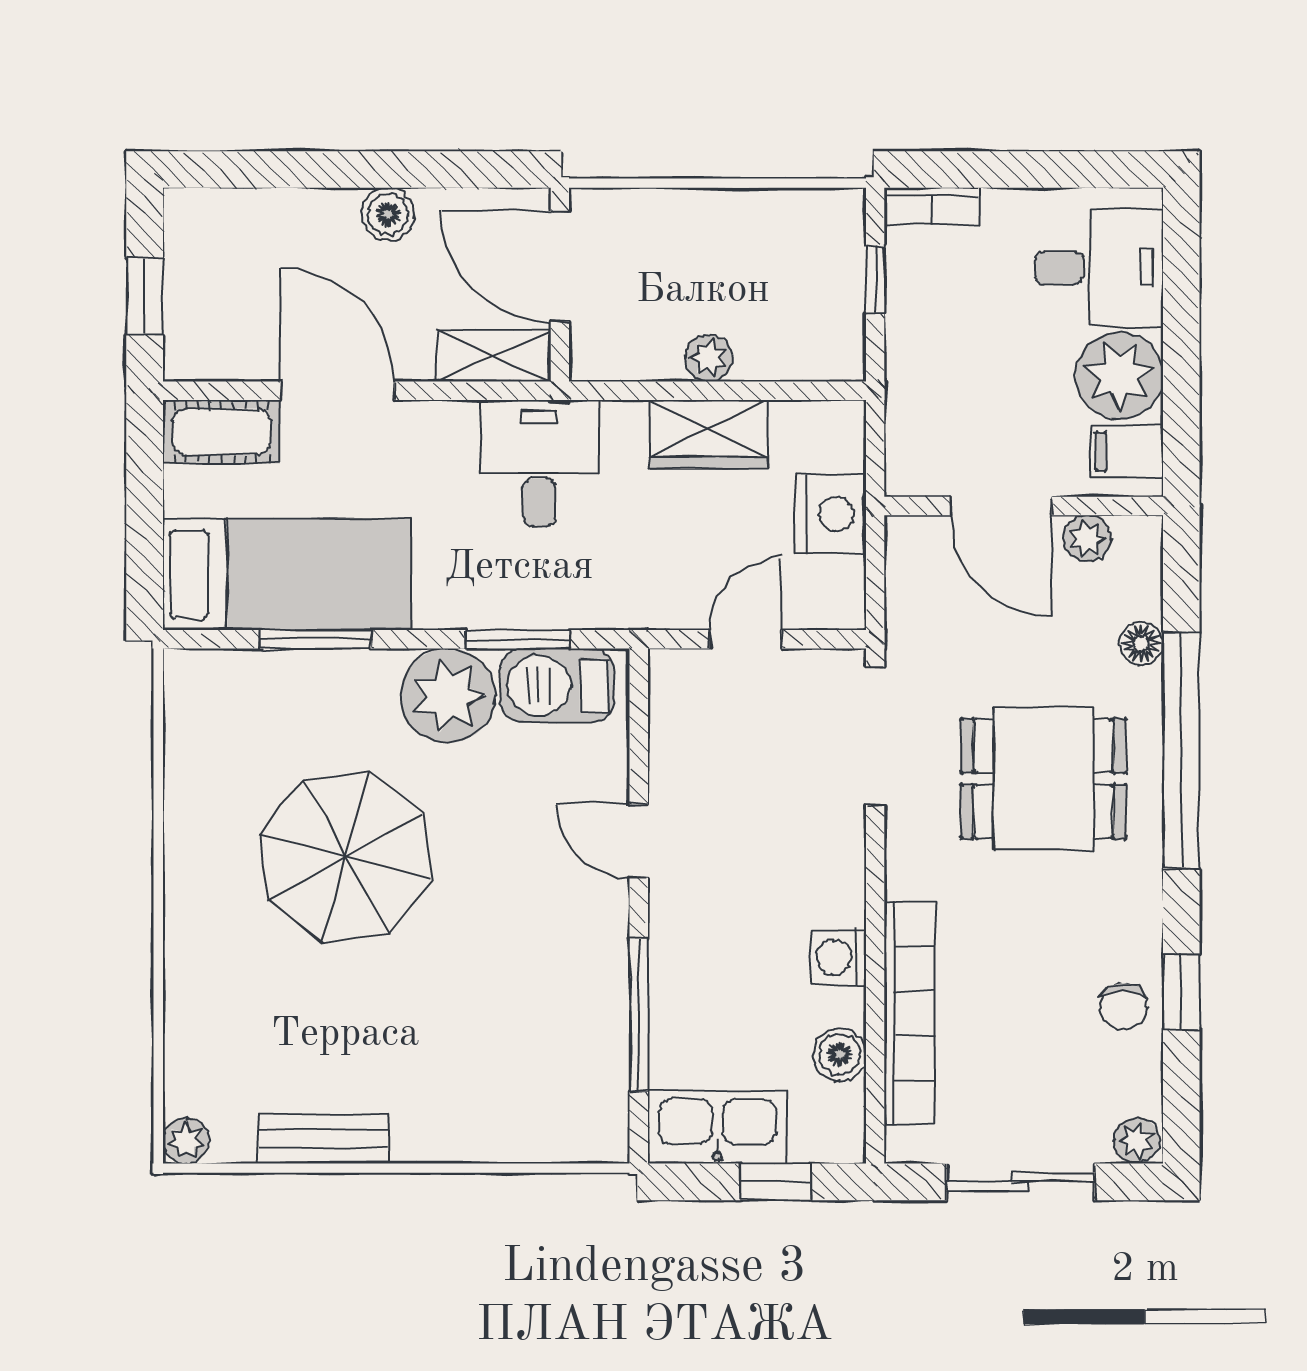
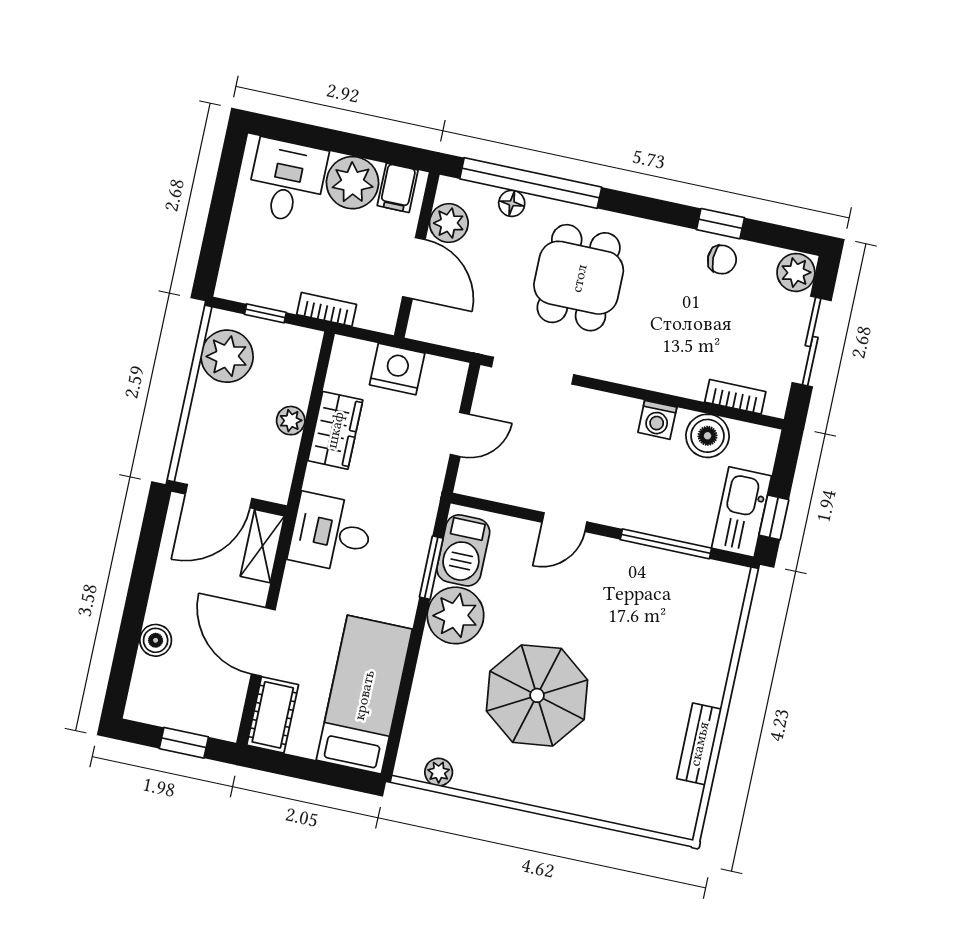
bookcase: (931, 207) -> (327, 309), moved, turned -90
boiler: (388, 214) -> (156, 640), moved
plant: (792, 231) -> (227, 356), added
door: (337, 391) -> (263, 642), hinge flipped
door: (1001, 506) -> (414, 268), hinge flipped
plant: (1087, 538) -> (449, 223), width x1.38, depth x1.38
window: (316, 639) -> (406, 686), removed
door: (745, 639) -> (460, 434), swing flipped
window: (1181, 750) -> (531, 183), moved
bookcase: (910, 1013) -> (735, 397), width x0.43, depth x0.76
boiler: (840, 1054) -> (707, 436), width x1.36, depth x1.36
plant: (186, 1141) -> (439, 772), moved
plant: (1137, 1141) -> (796, 272), width x1.38, depth x1.38
window: (776, 1182) -> (774, 517), moved

